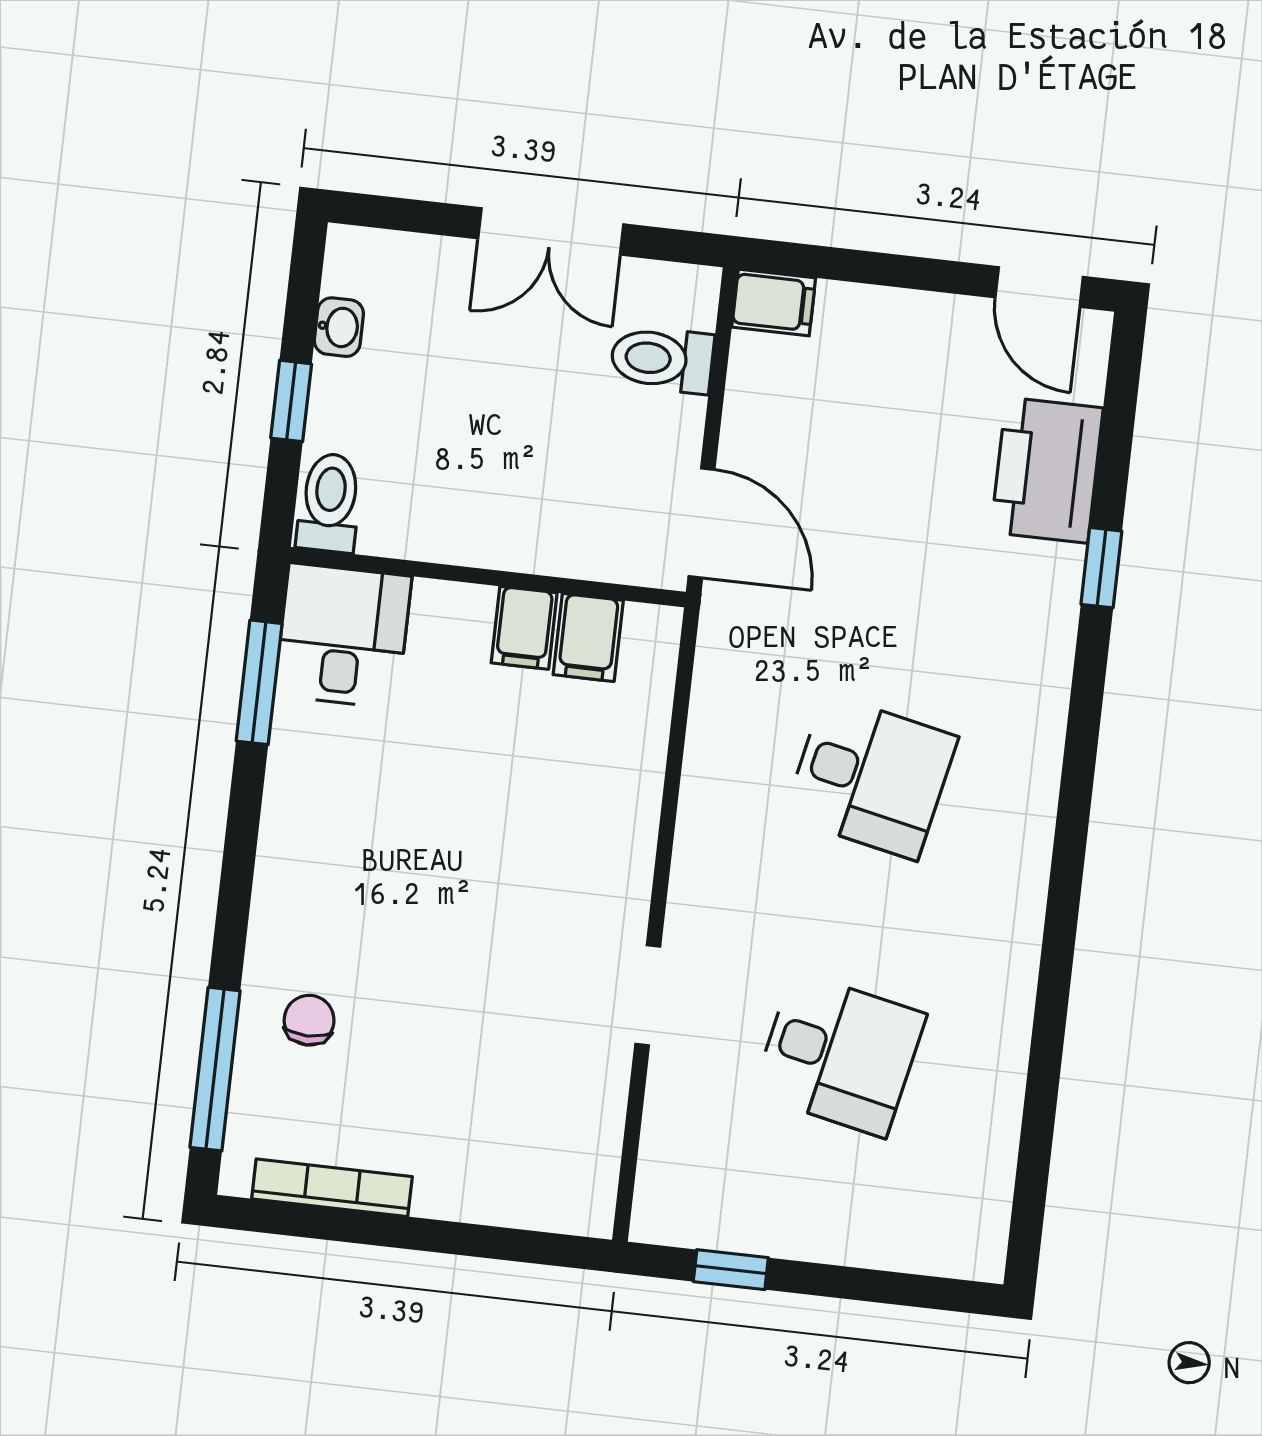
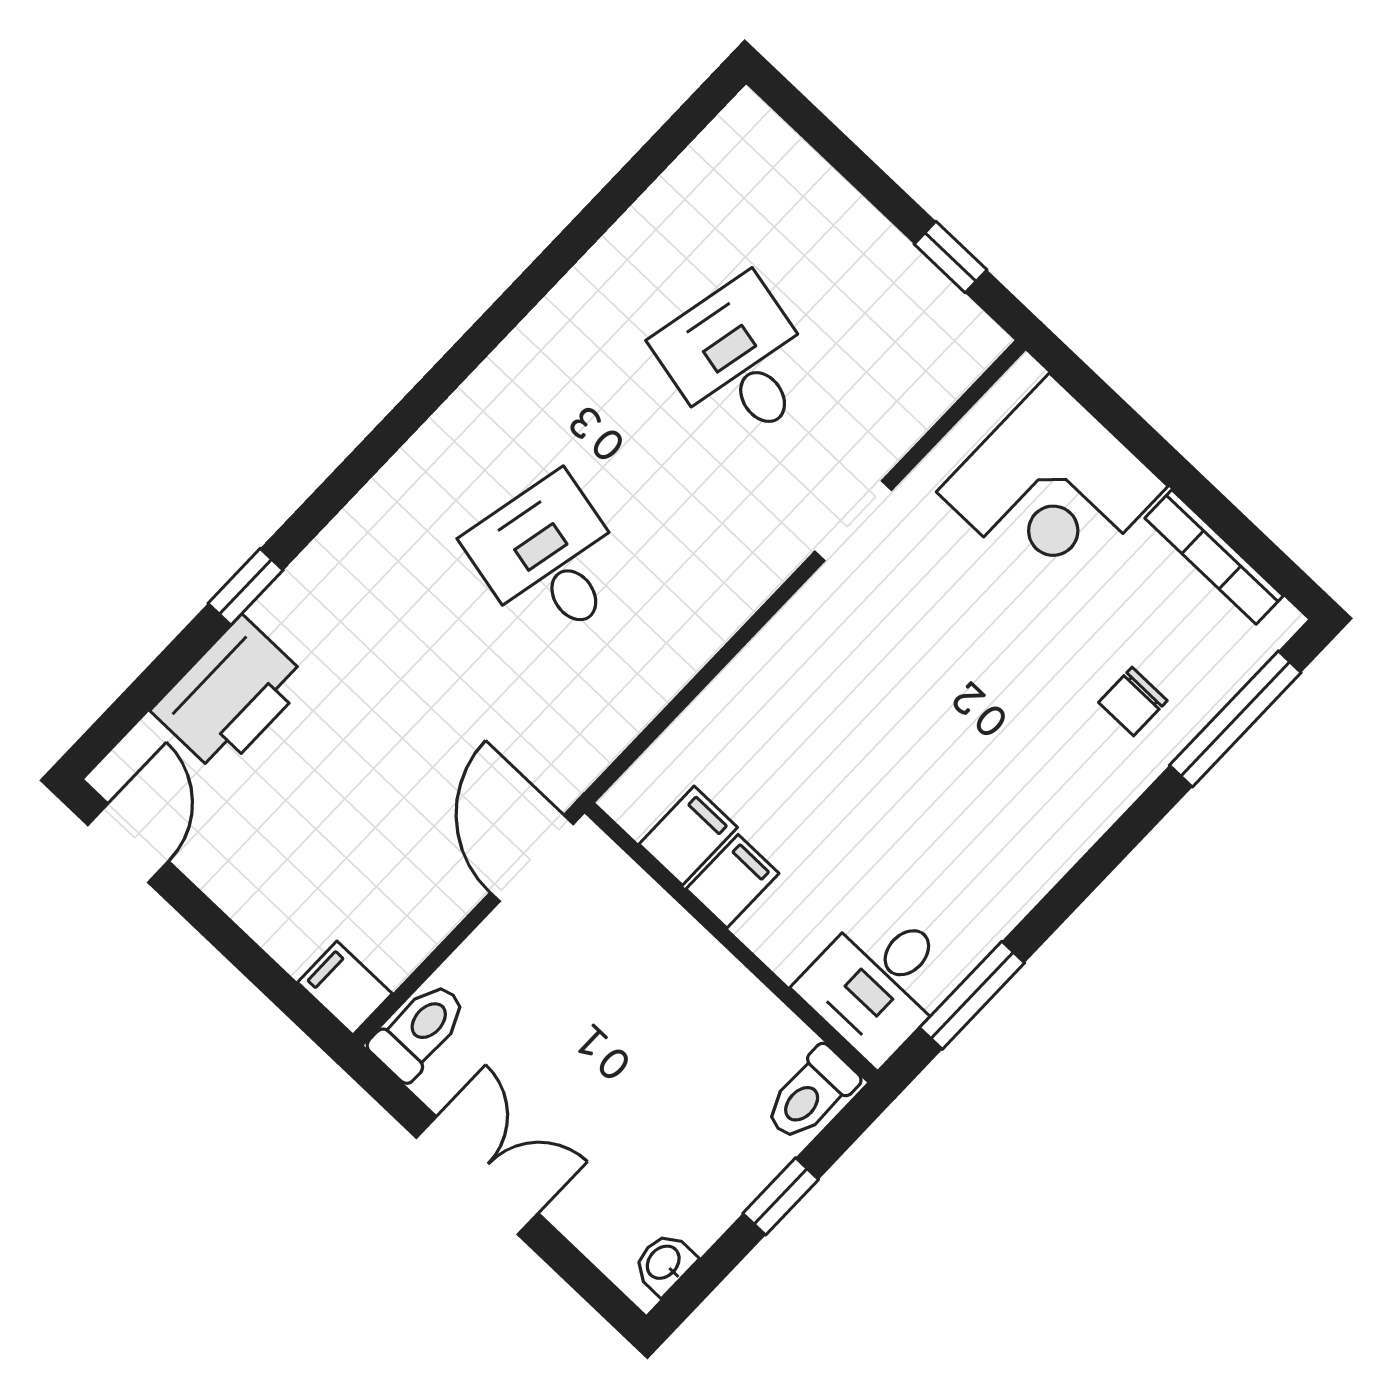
washbasin: (339, 327) -> (664, 1263), moved
toilet: (662, 359) -> (419, 1031), moved, turned -90
corner desk: (505, 1144) -> (1052, 489), added

